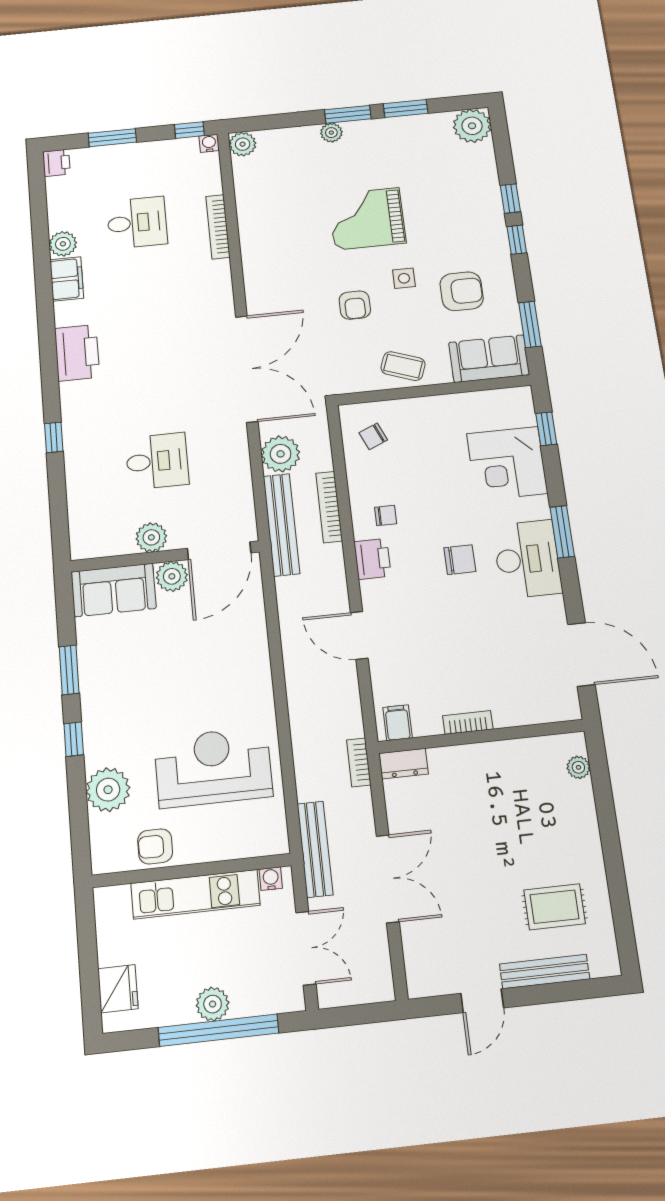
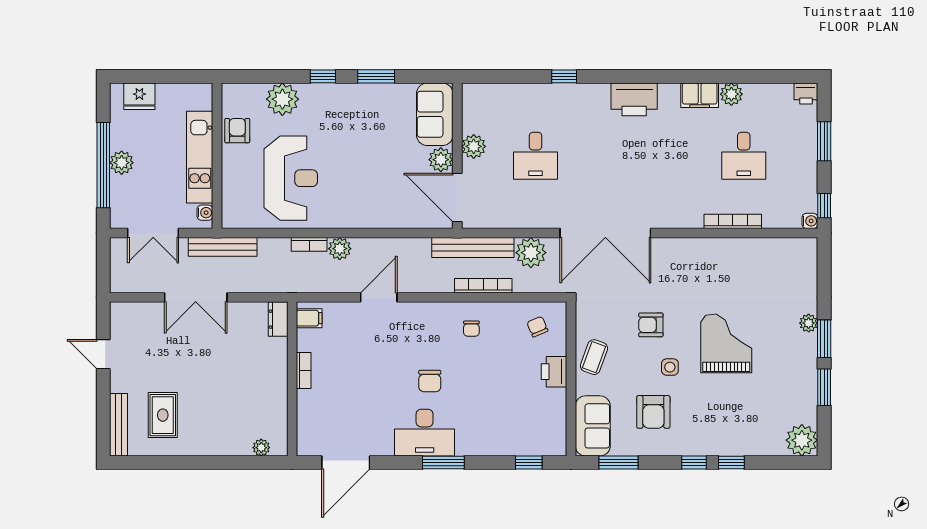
plant: (243, 144) -> (340, 249), moved
corner desk: (507, 464) -> (503, 428), removed
printer: (372, 559) -> (554, 372), moved, turned 90
bookcase: (359, 762) -> (309, 244), moved, turned 180
bench: (545, 972) -> (118, 425), moved

